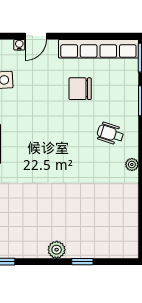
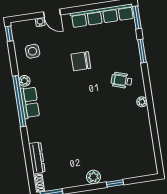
door: (36, 36) -> (52, 13), hinge flipped
chair: (80, 89) -> (81, 61), moved

